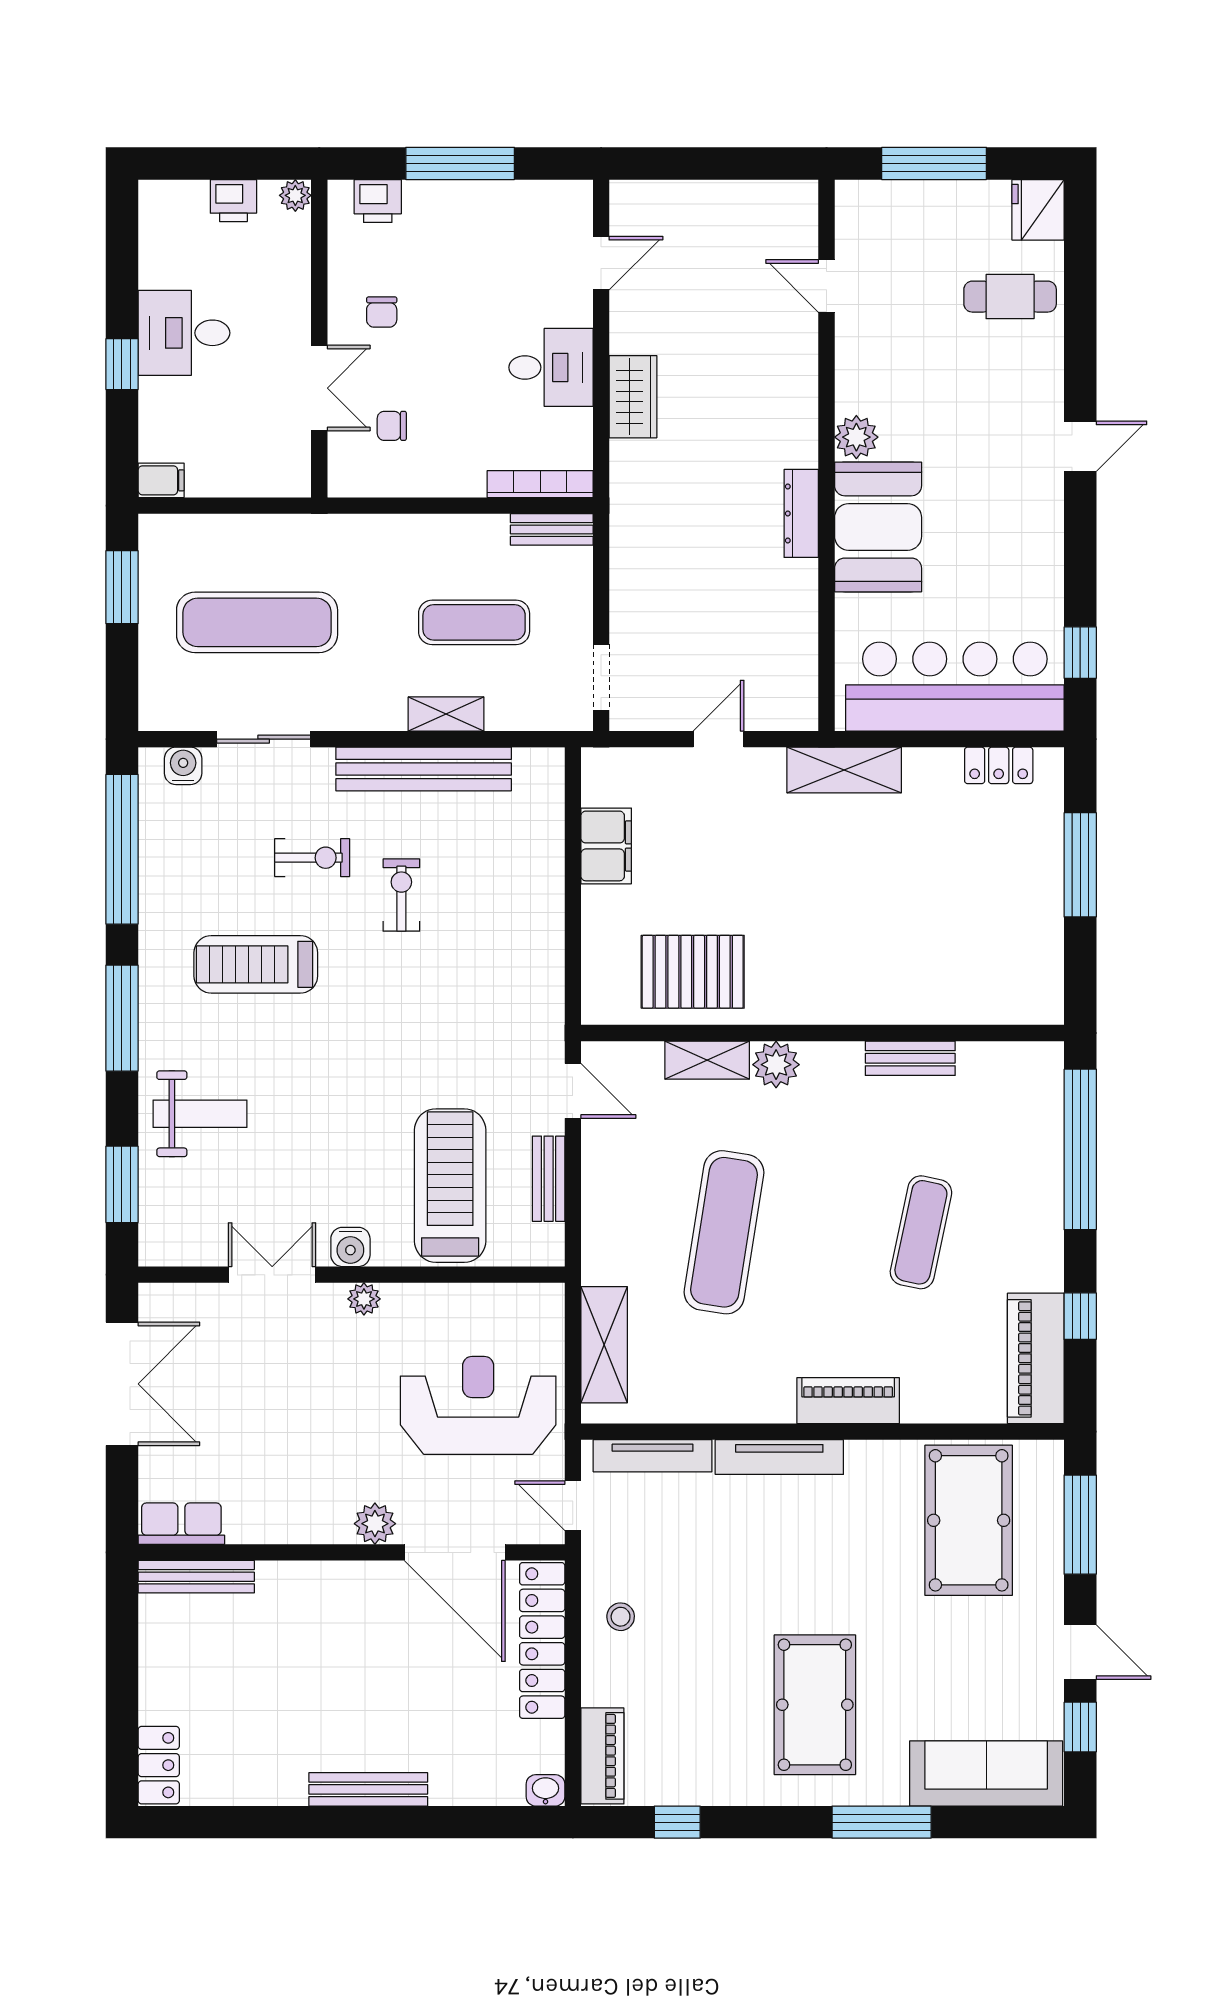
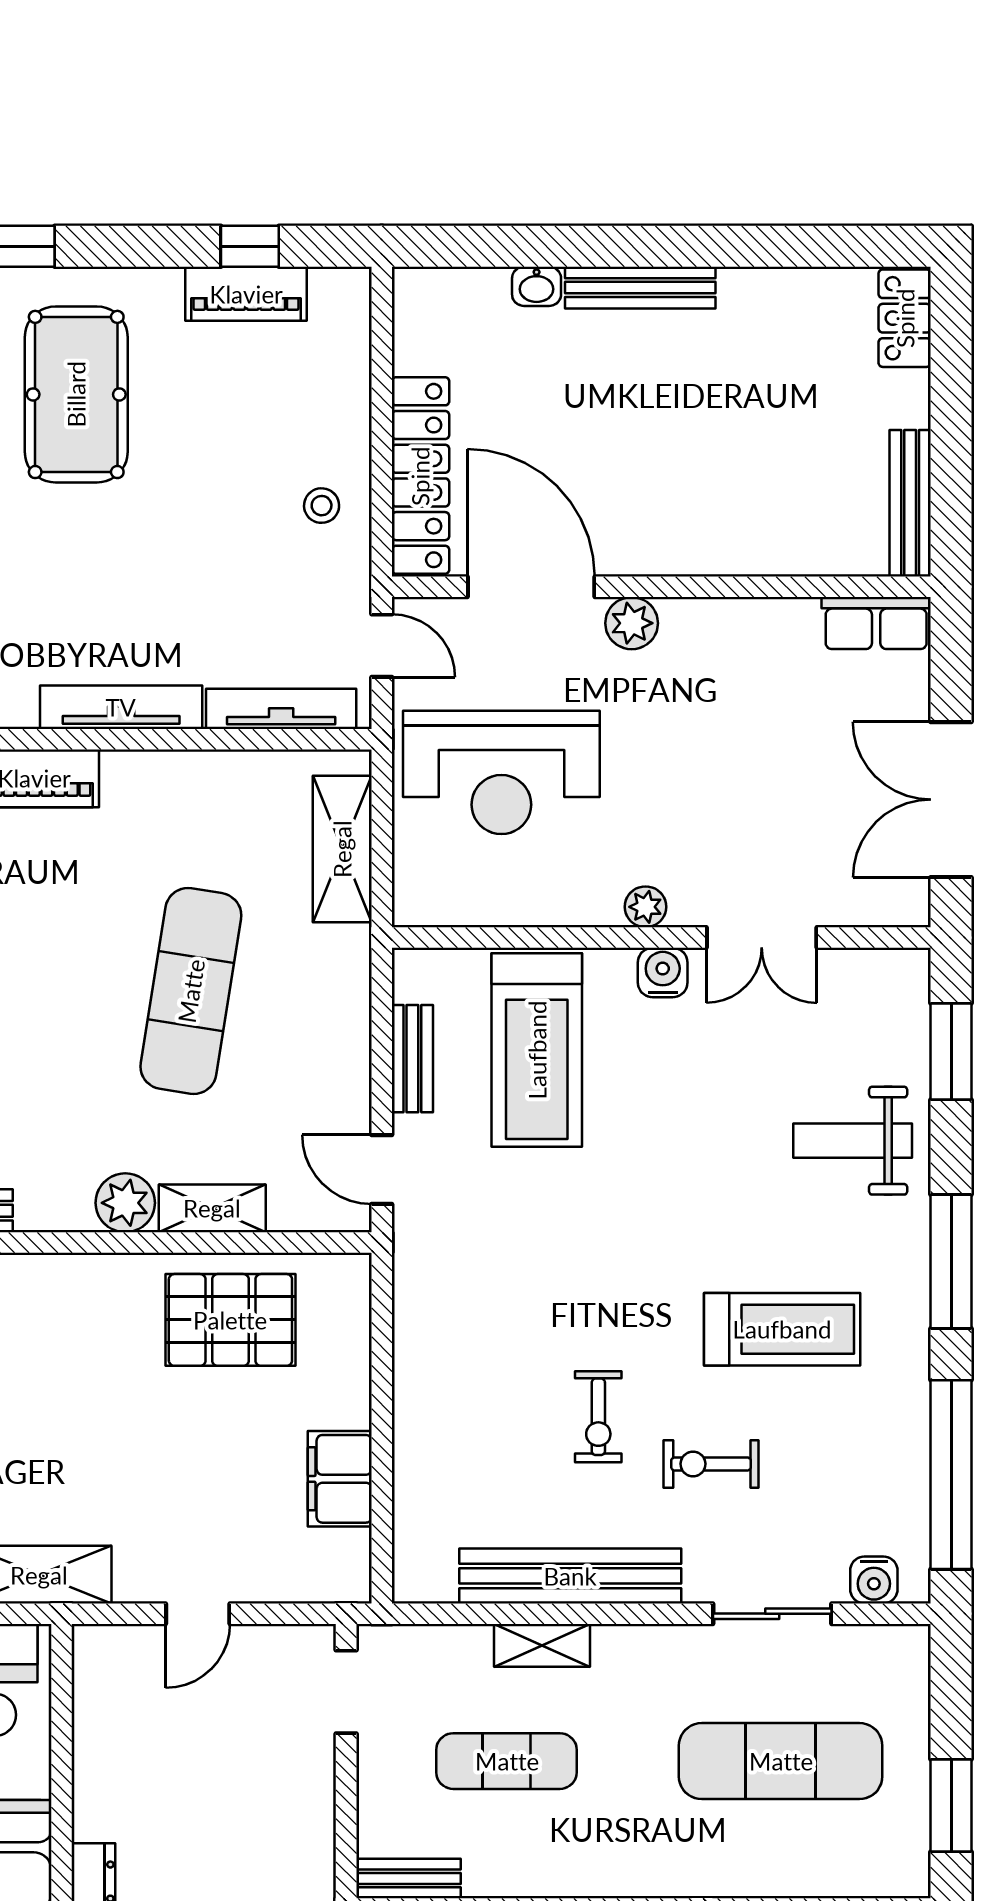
bench: (196, 1577) -> (910, 503), moved, turned 90
piano: (602, 1756) -> (246, 294), moved, turned -90
washbasin: (546, 1790) -> (537, 286), moved

